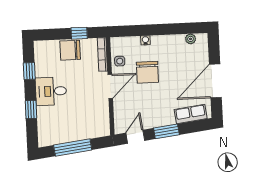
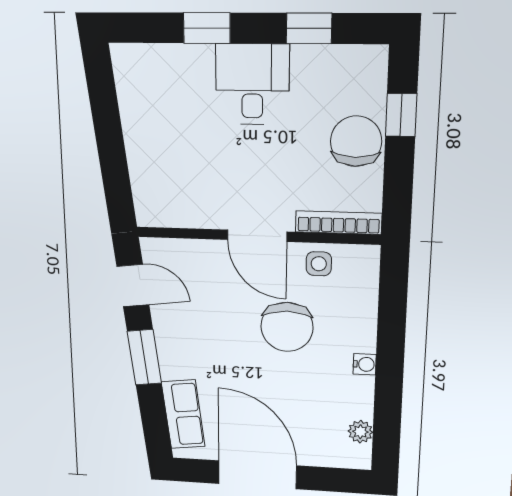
window: (79, 33) -> (401, 115), moved
water cooler: (145, 40) -> (365, 364), moved
chair: (147, 72) -> (287, 327), turned -90
window: (73, 148) -> (108, 132), removed

